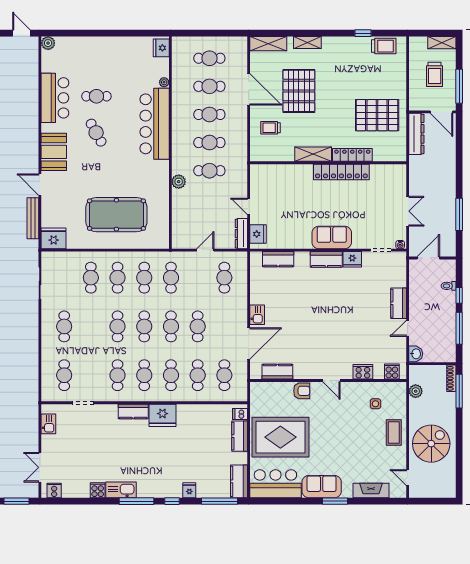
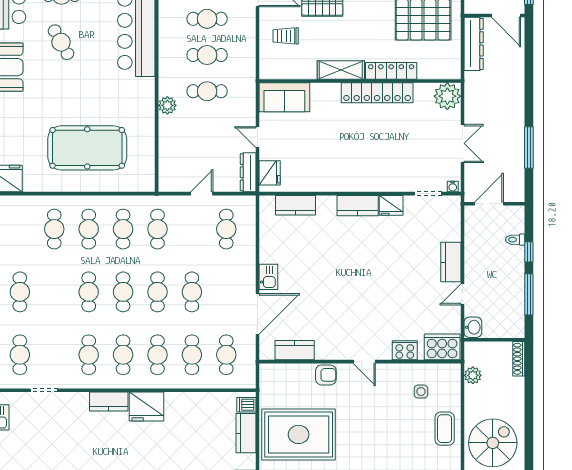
plant: (396, 175) -> (447, 96), added
sofa: (332, 237) -> (284, 97), moved, turned 180
cooker: (392, 372) -> (442, 347), width x1.87, depth x1.31
window: (459, 391) -> (529, 375), removed

